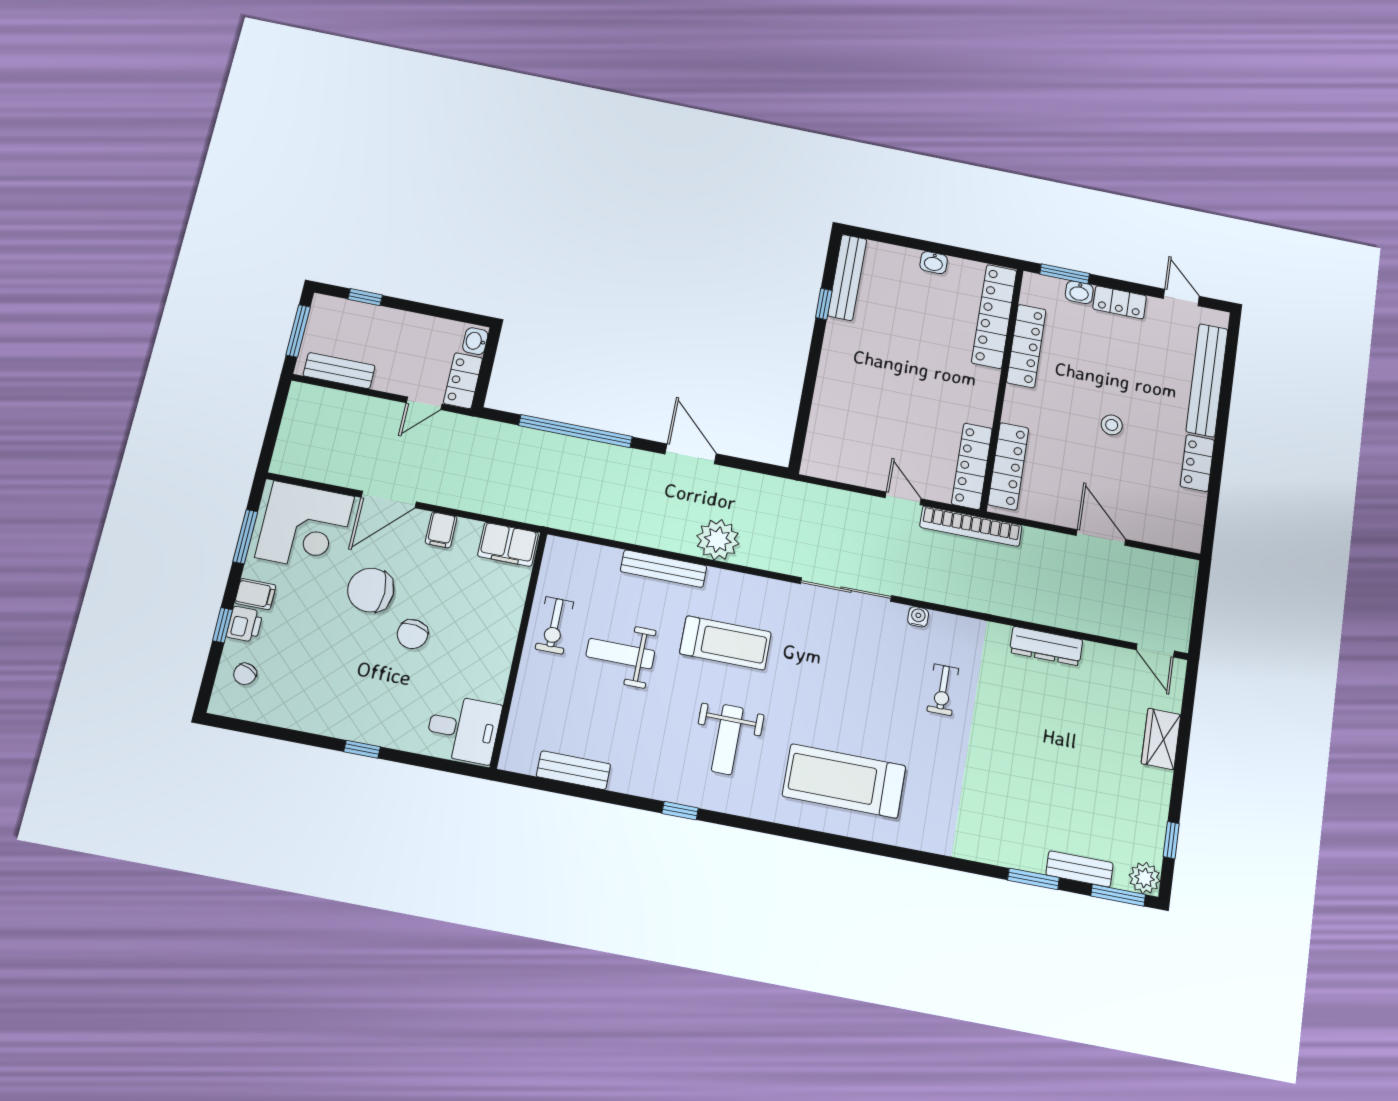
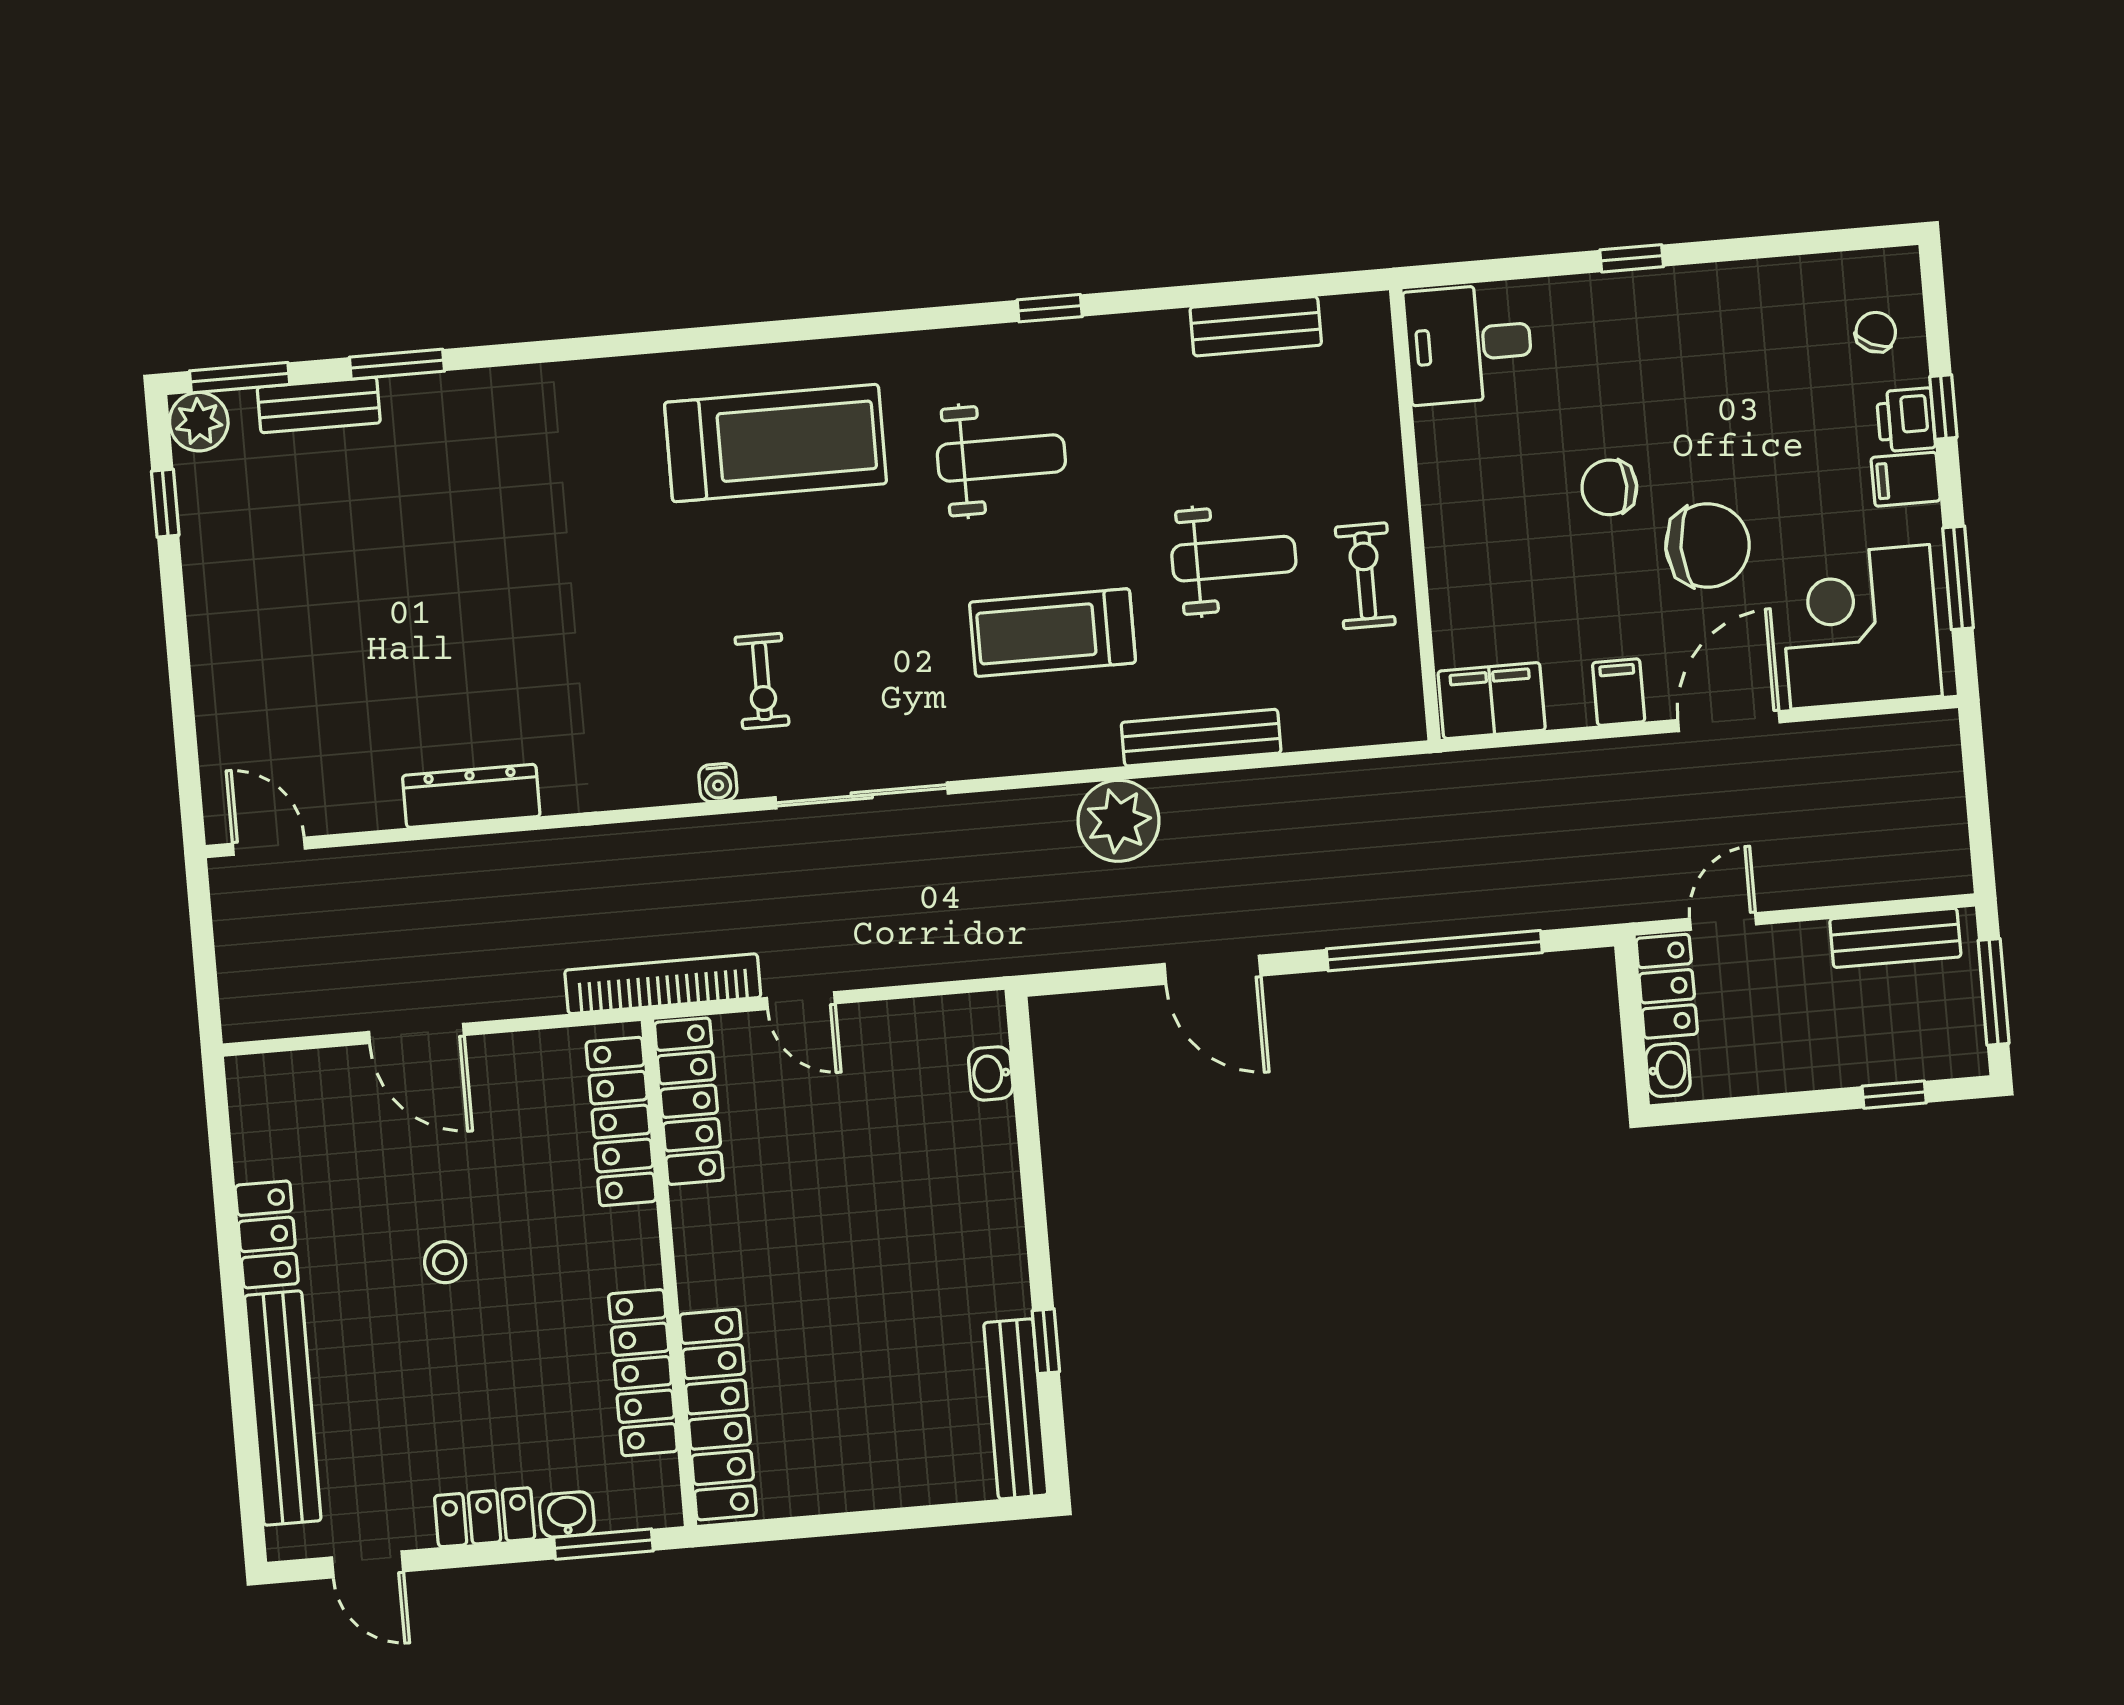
washbasin: (934, 263) -> (991, 1073), moved, turned -90
chair: (412, 634) -> (1609, 487), turned -100
exercise bike: (943, 690) -> (762, 681), moved, turned 180
wardrobe: (1161, 739) -> (223, 683), removed
weight bench: (727, 740) -> (1001, 458), turned 90

